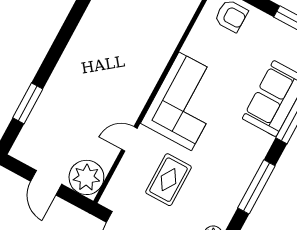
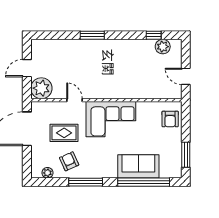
window: (28, 103) -> (92, 35), moved
armchair: (213, 194) -> (69, 161), added

